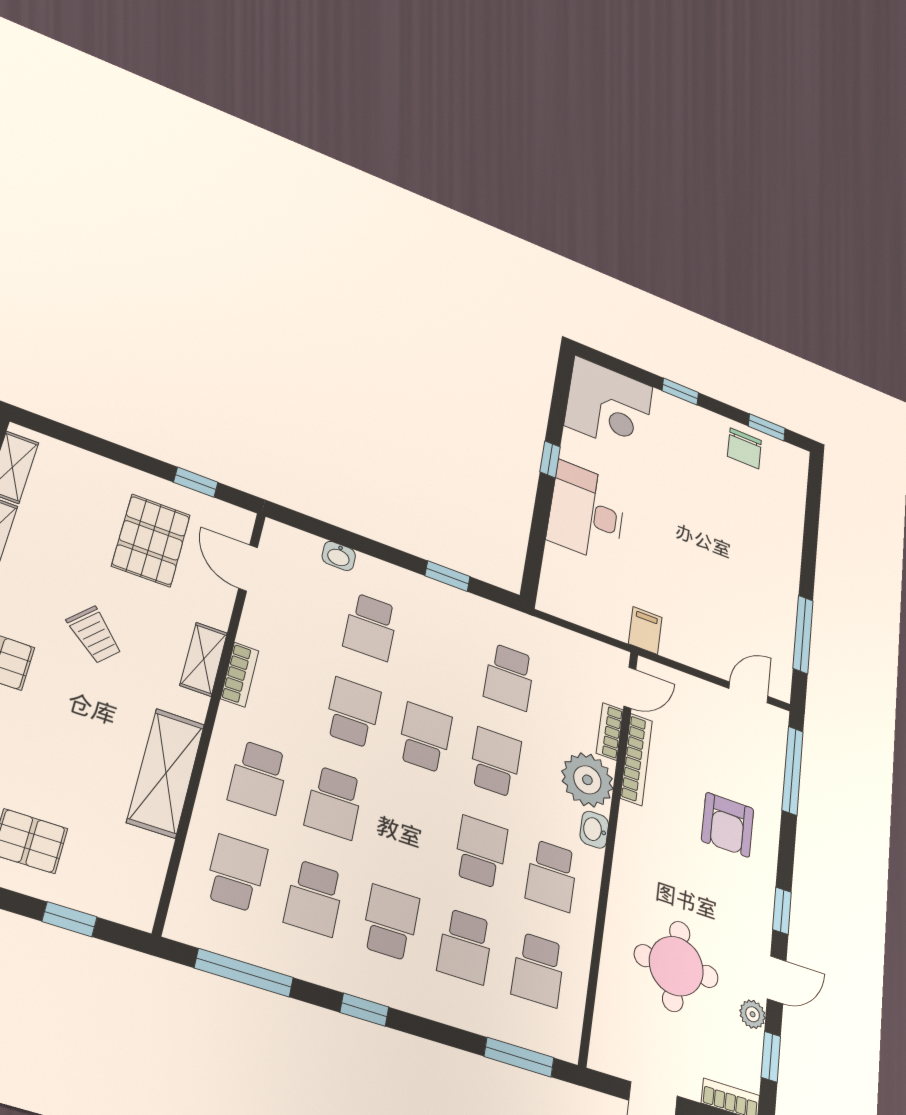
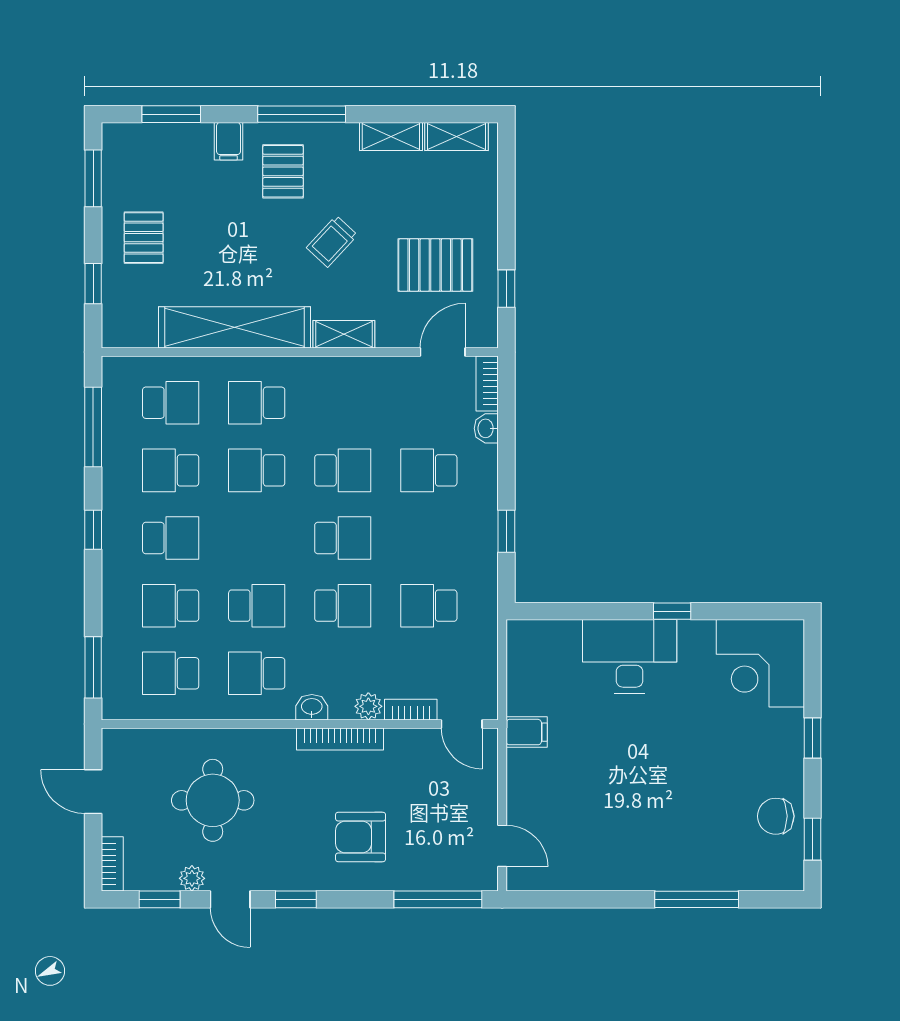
window: (803, 634) -> (697, 899), moved
bookcase: (240, 675) -> (487, 384), moved, turned 90
bookcase: (636, 759) -> (340, 739), moved
shelving: (166, 773) -> (234, 327), width x1.47
plant: (587, 780) -> (368, 706), width x0.53, depth x0.53

